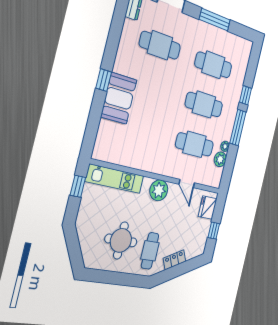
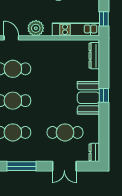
booth: (119, 98) -> (88, 98), moved
dresser: (102, 138) -> (94, 56), added

